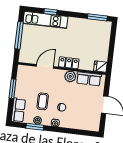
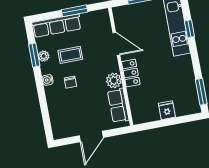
fridge: (100, 67) -> (167, 110), moved
row of seats: (18, 110) -> (57, 26), width x1.48

